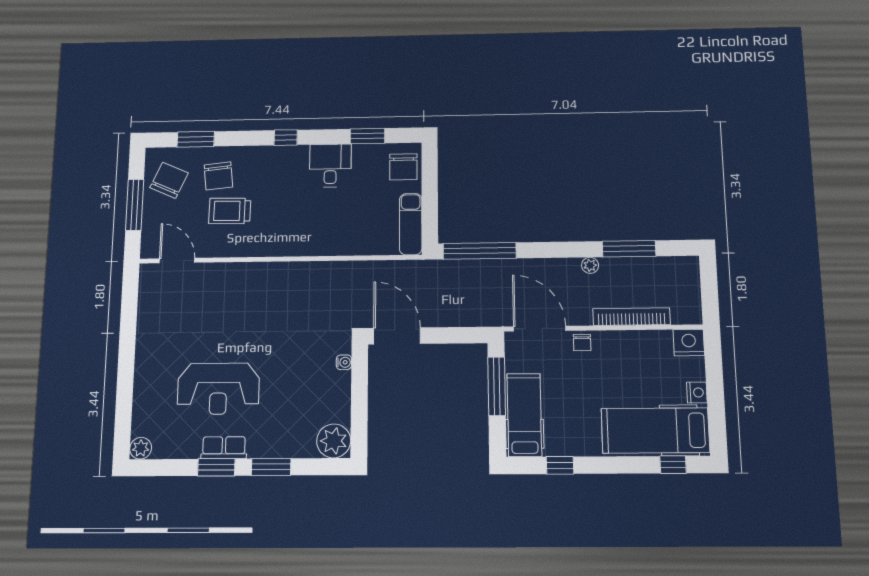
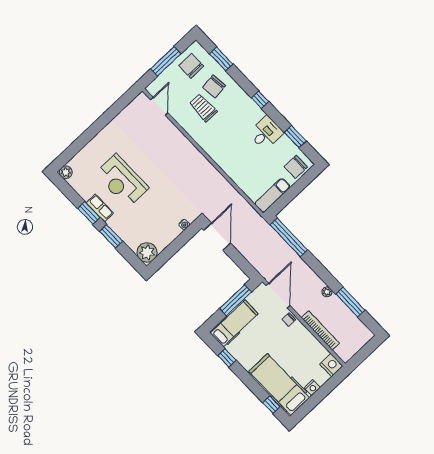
chair: (169, 180) -> (191, 66), turned -114

